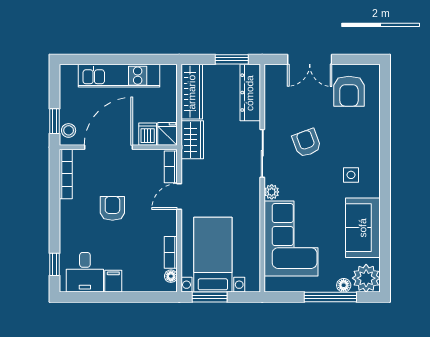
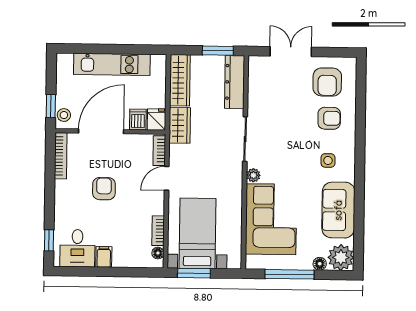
double door: (310, 59) -> (291, 52), swing flipped
armchair: (307, 143) -> (329, 118), moved, turned 110
window: (330, 297) -> (290, 274), moved

